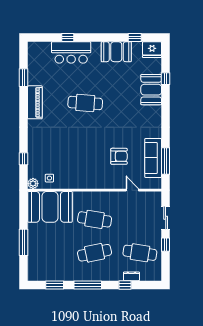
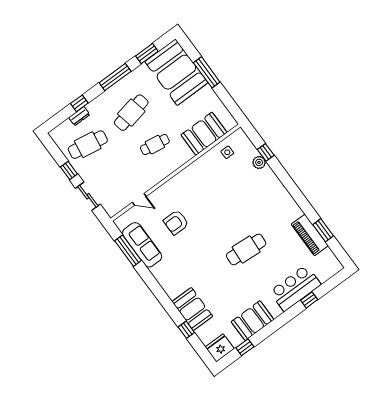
piano: (35, 102) -> (310, 235), moved
plant: (33, 184) -> (259, 162), moved
booth: (50, 207) -> (204, 134), width x0.73, depth x0.70
cafe table: (95, 219) -> (155, 145), width x0.73, depth x0.74
booth: (44, 258) -> (176, 72), added

